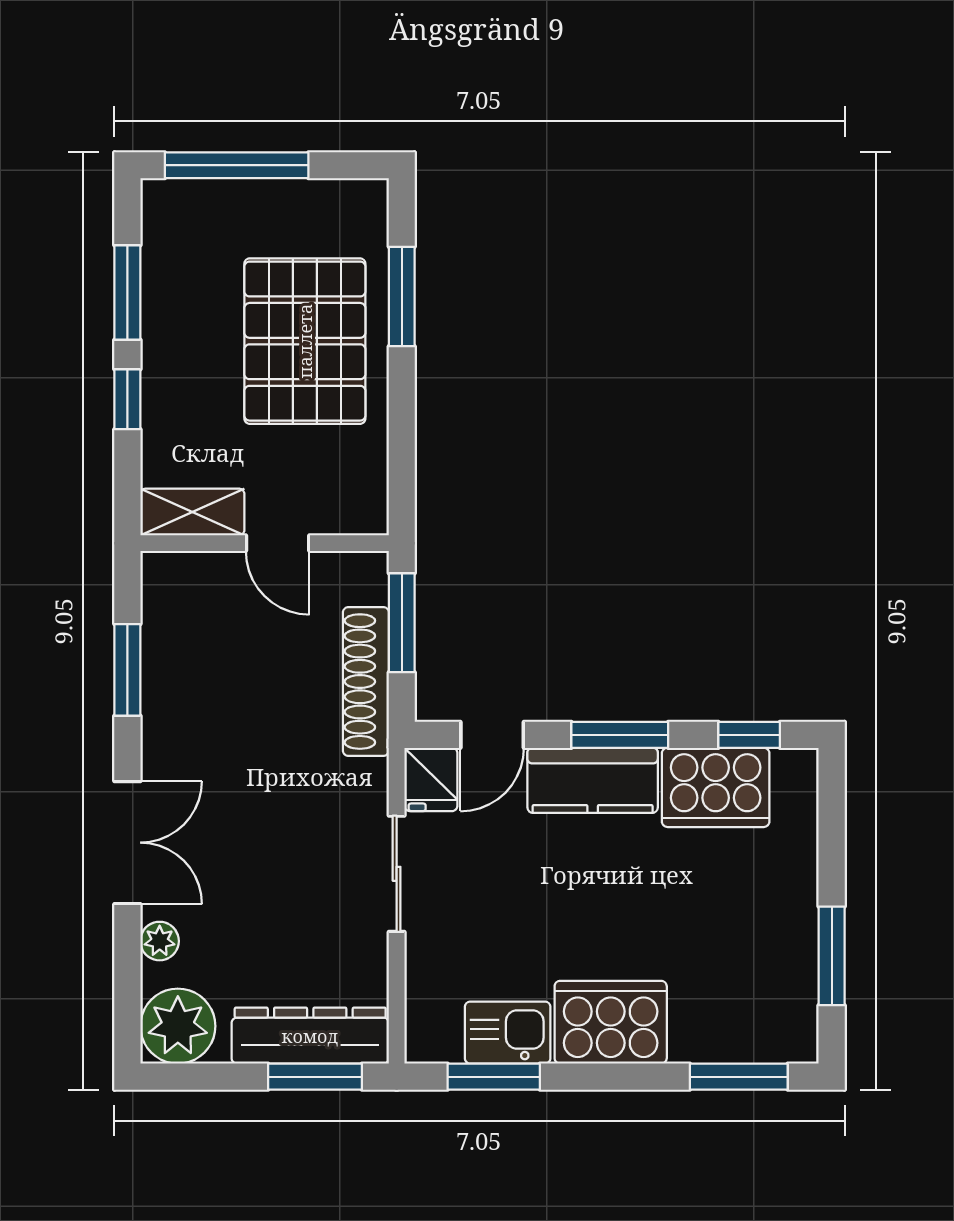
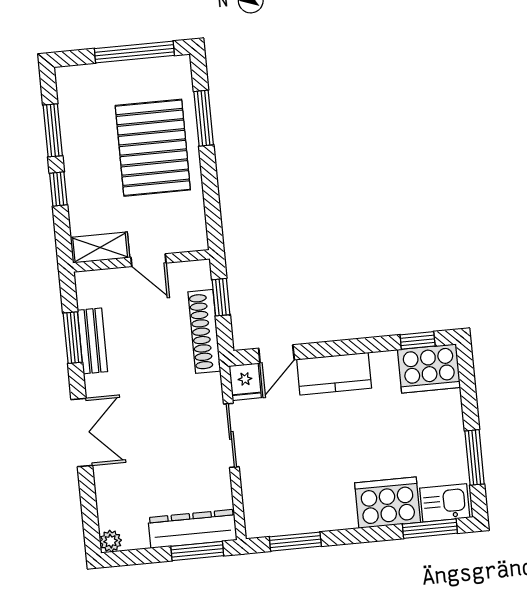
window: (237, 165) -> (134, 52), moved
window: (402, 623) -> (221, 297), width x0.67
bench: (162, 679) -> (92, 341), added
window: (620, 735) -> (346, 347), removed
cooker: (716, 787) -> (429, 368), moved
plant: (160, 941) -> (105, 485), removed
cooker: (611, 1022) -> (388, 503), moved
plant: (178, 1026) -> (111, 541), width x0.53, depth x0.53
kitchen sink: (508, 1033) -> (445, 503), moved

